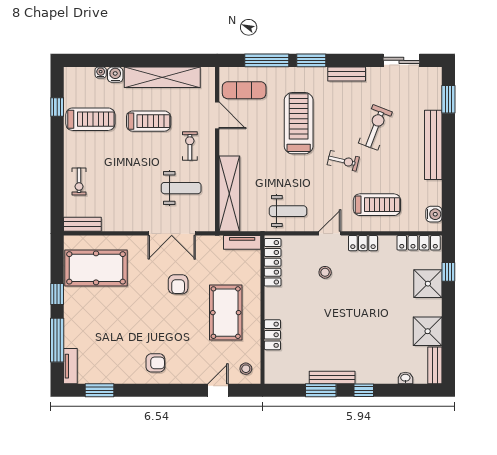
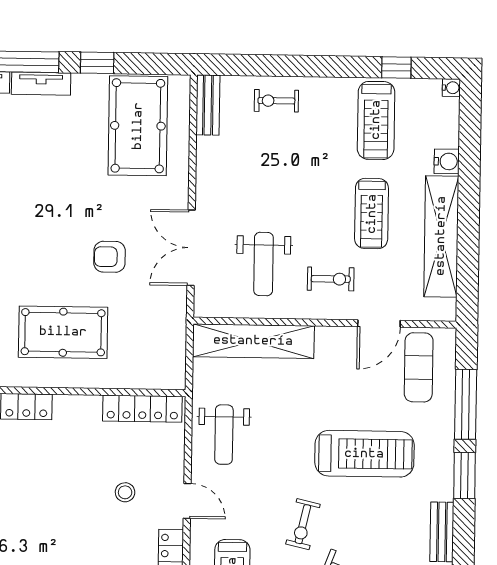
water cooler: (101, 72) -> (451, 88), moved
tv unit: (242, 242) -> (41, 84), moved, turned -90

